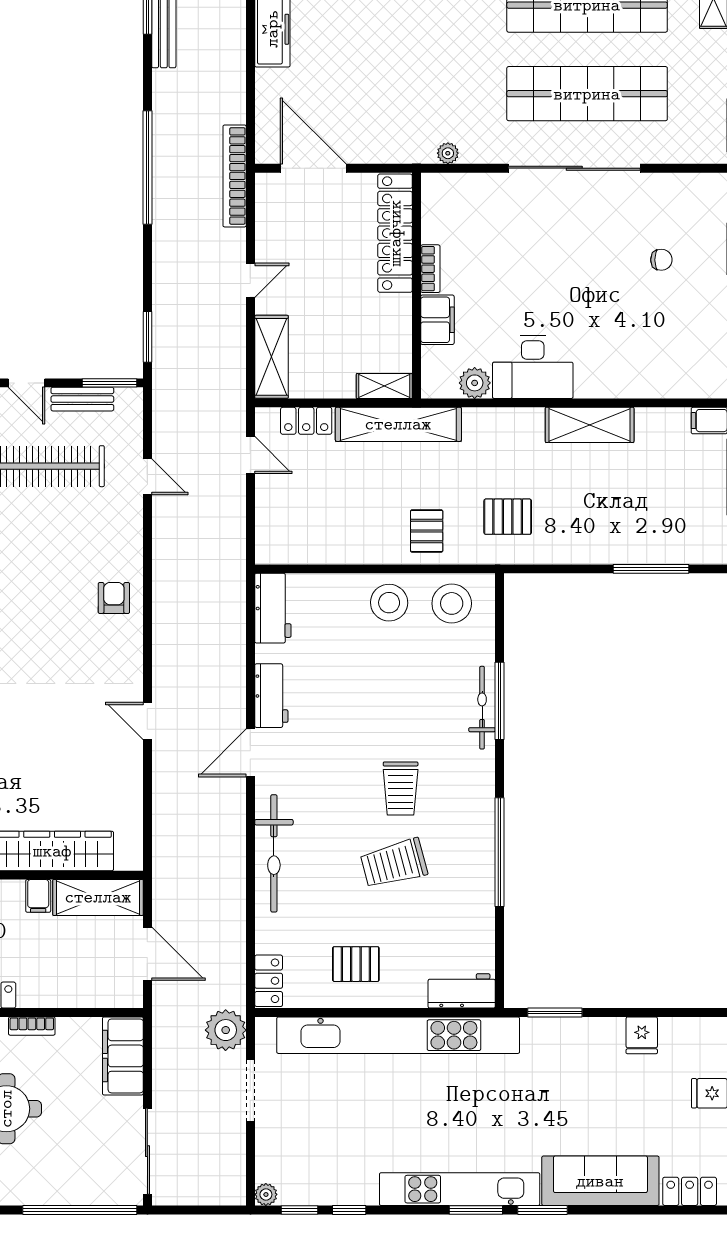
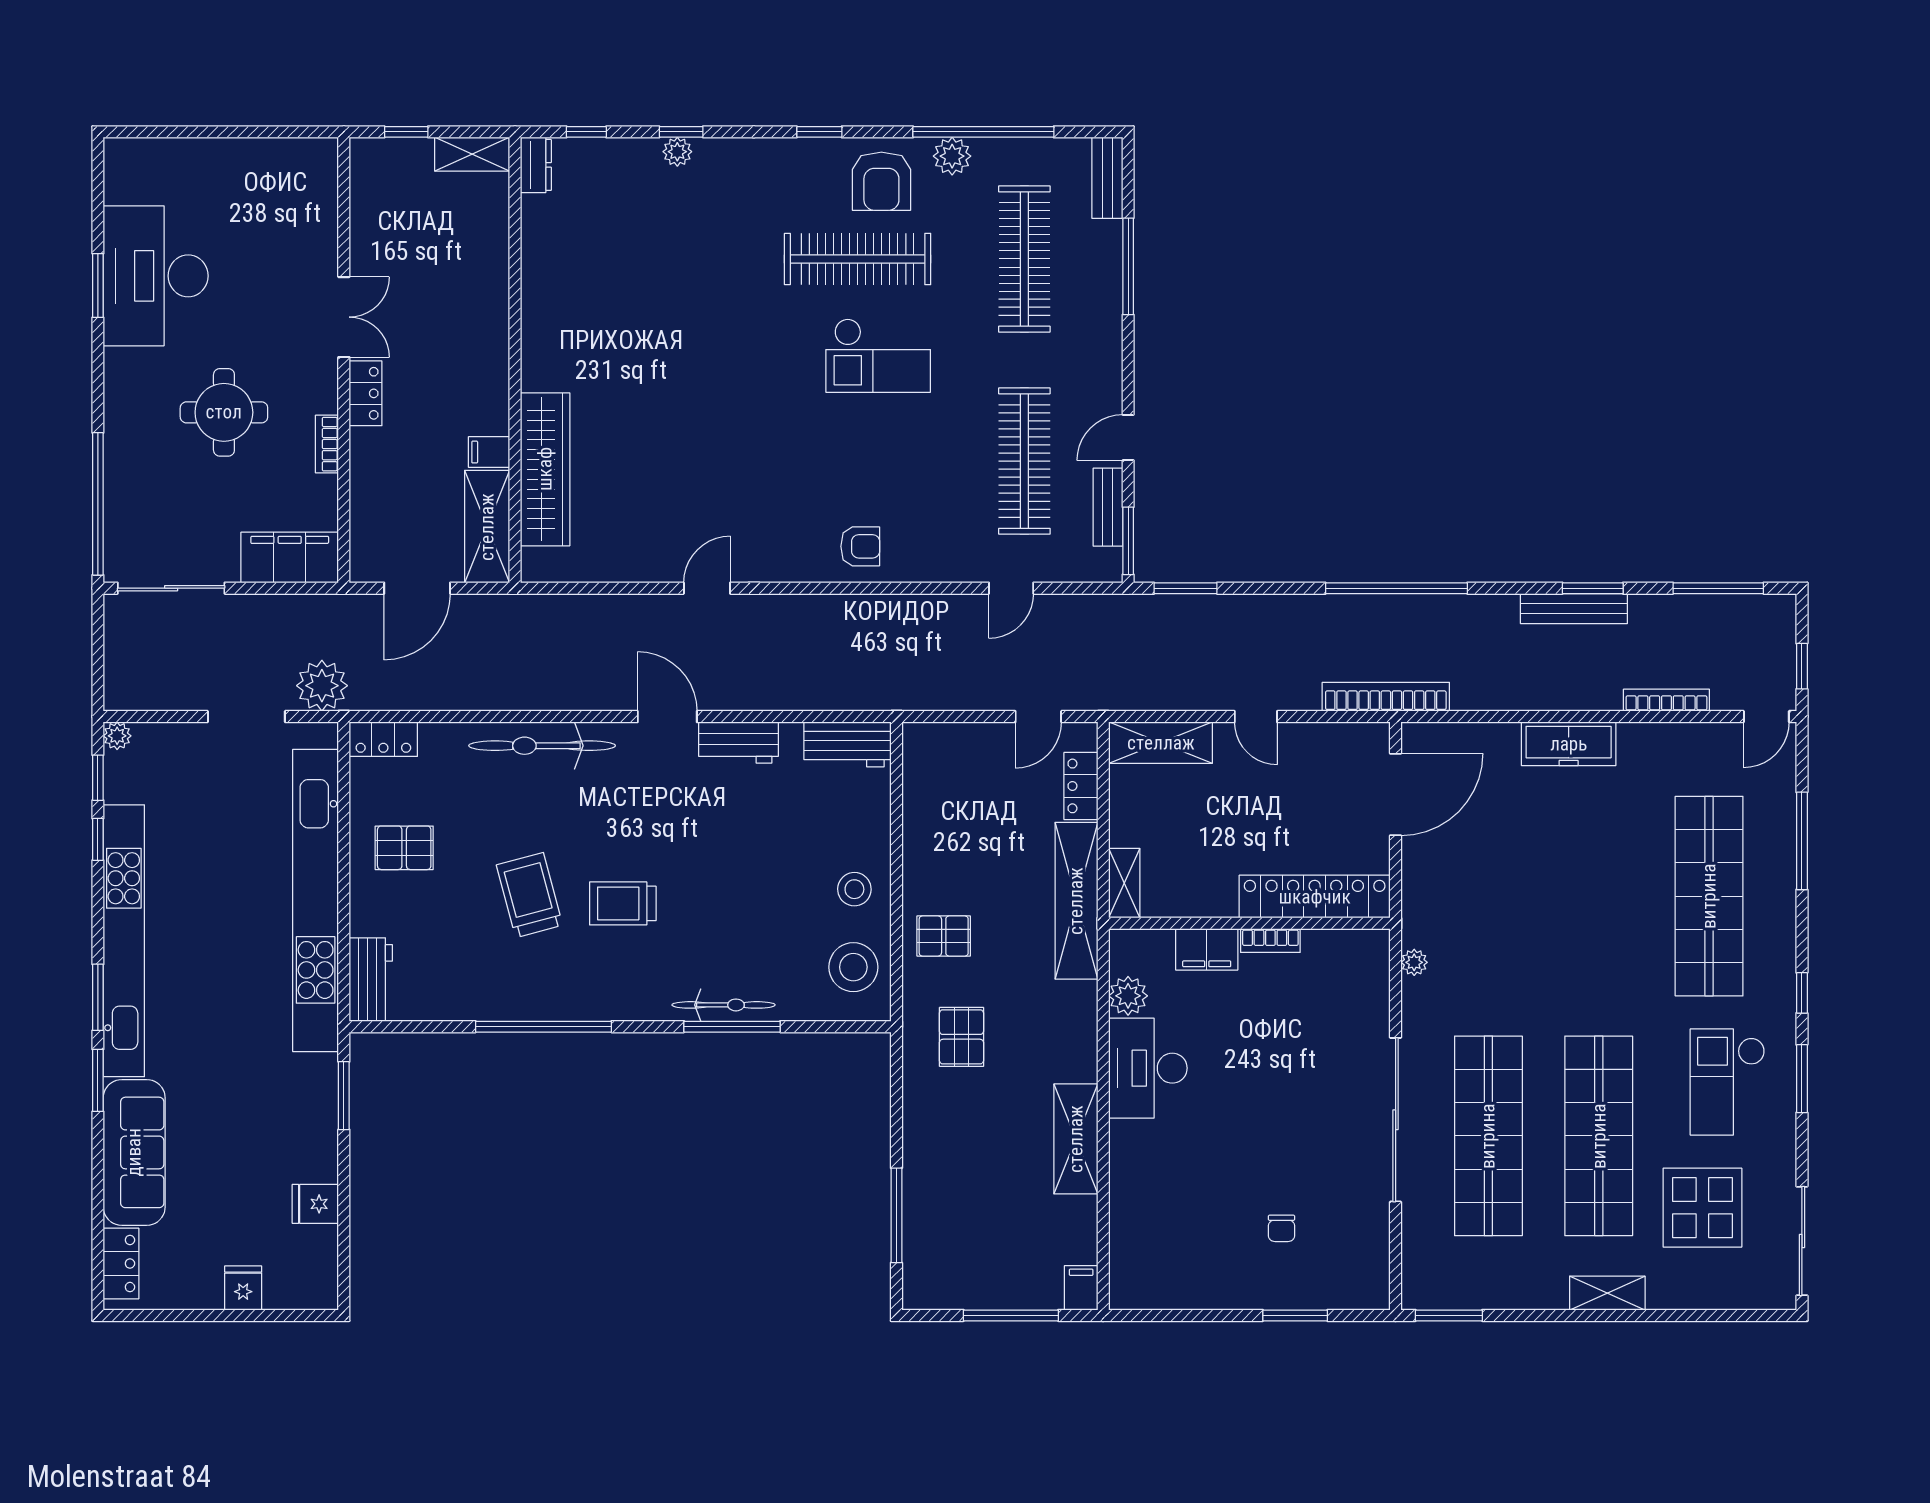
stool: (389, 603) -> (854, 889), width x0.73, depth x0.73
pallet: (356, 964) -> (404, 848), turned 90
kitchen unit: (460, 1189) -> (124, 941), width x1.36

